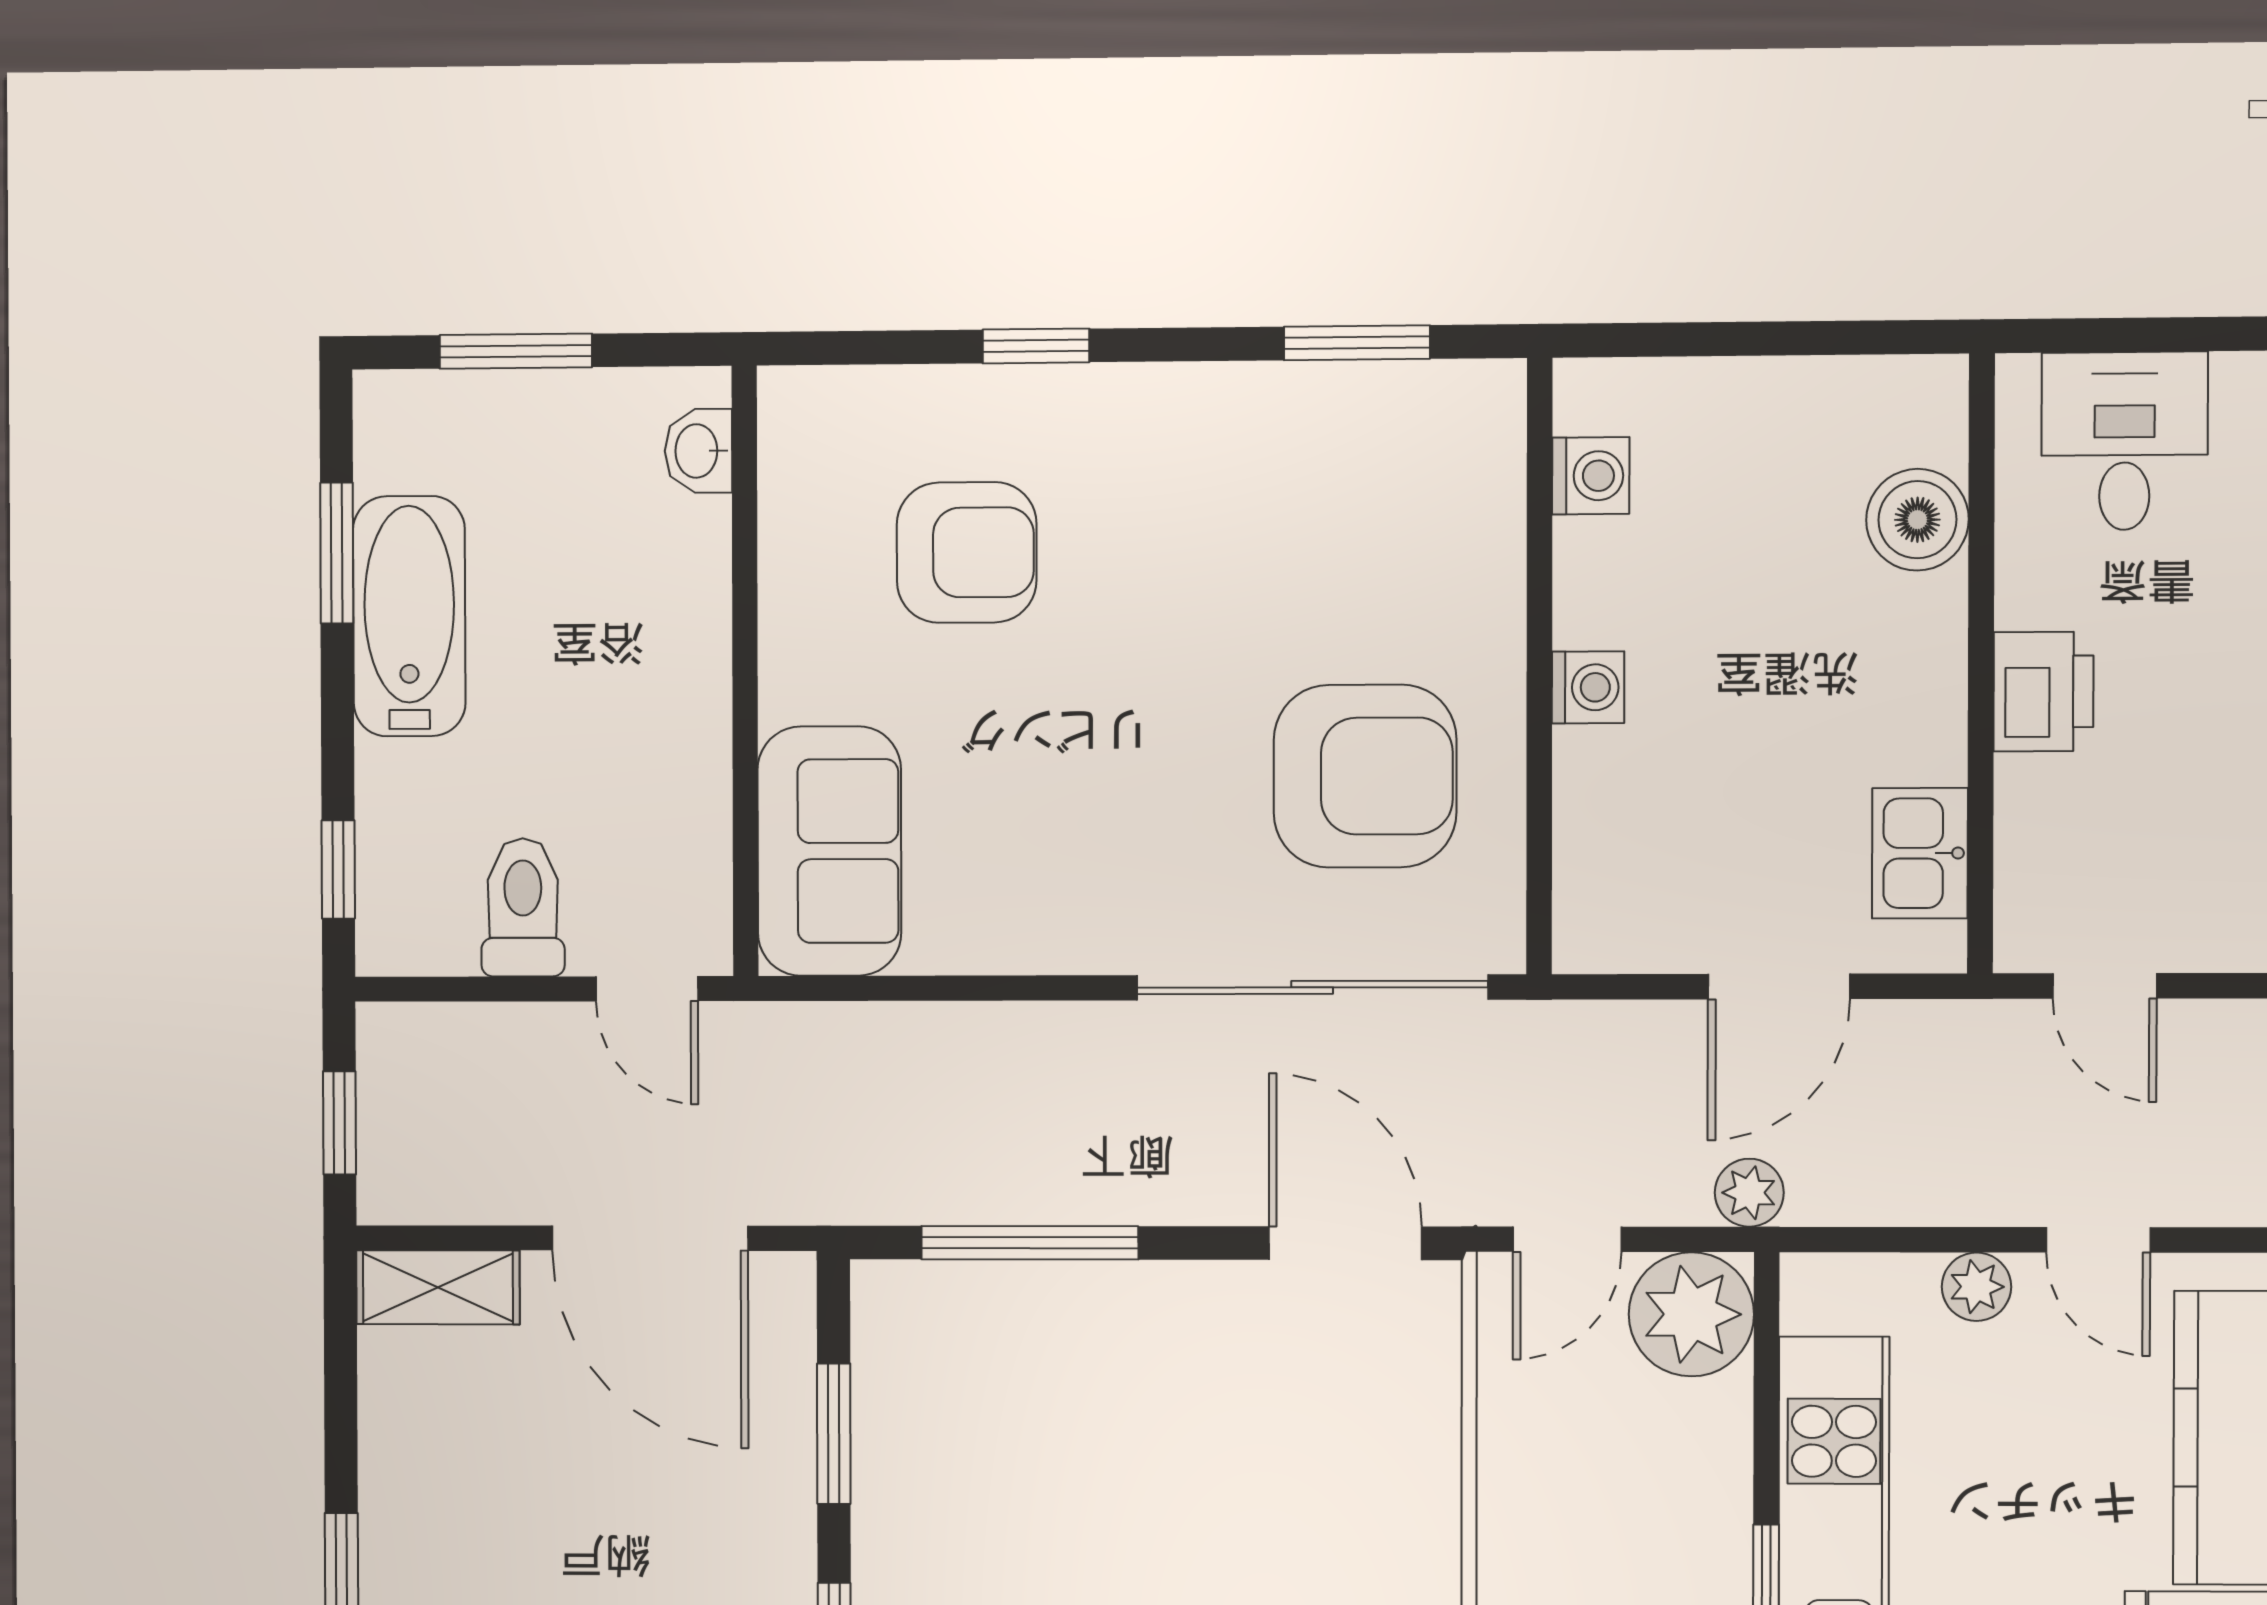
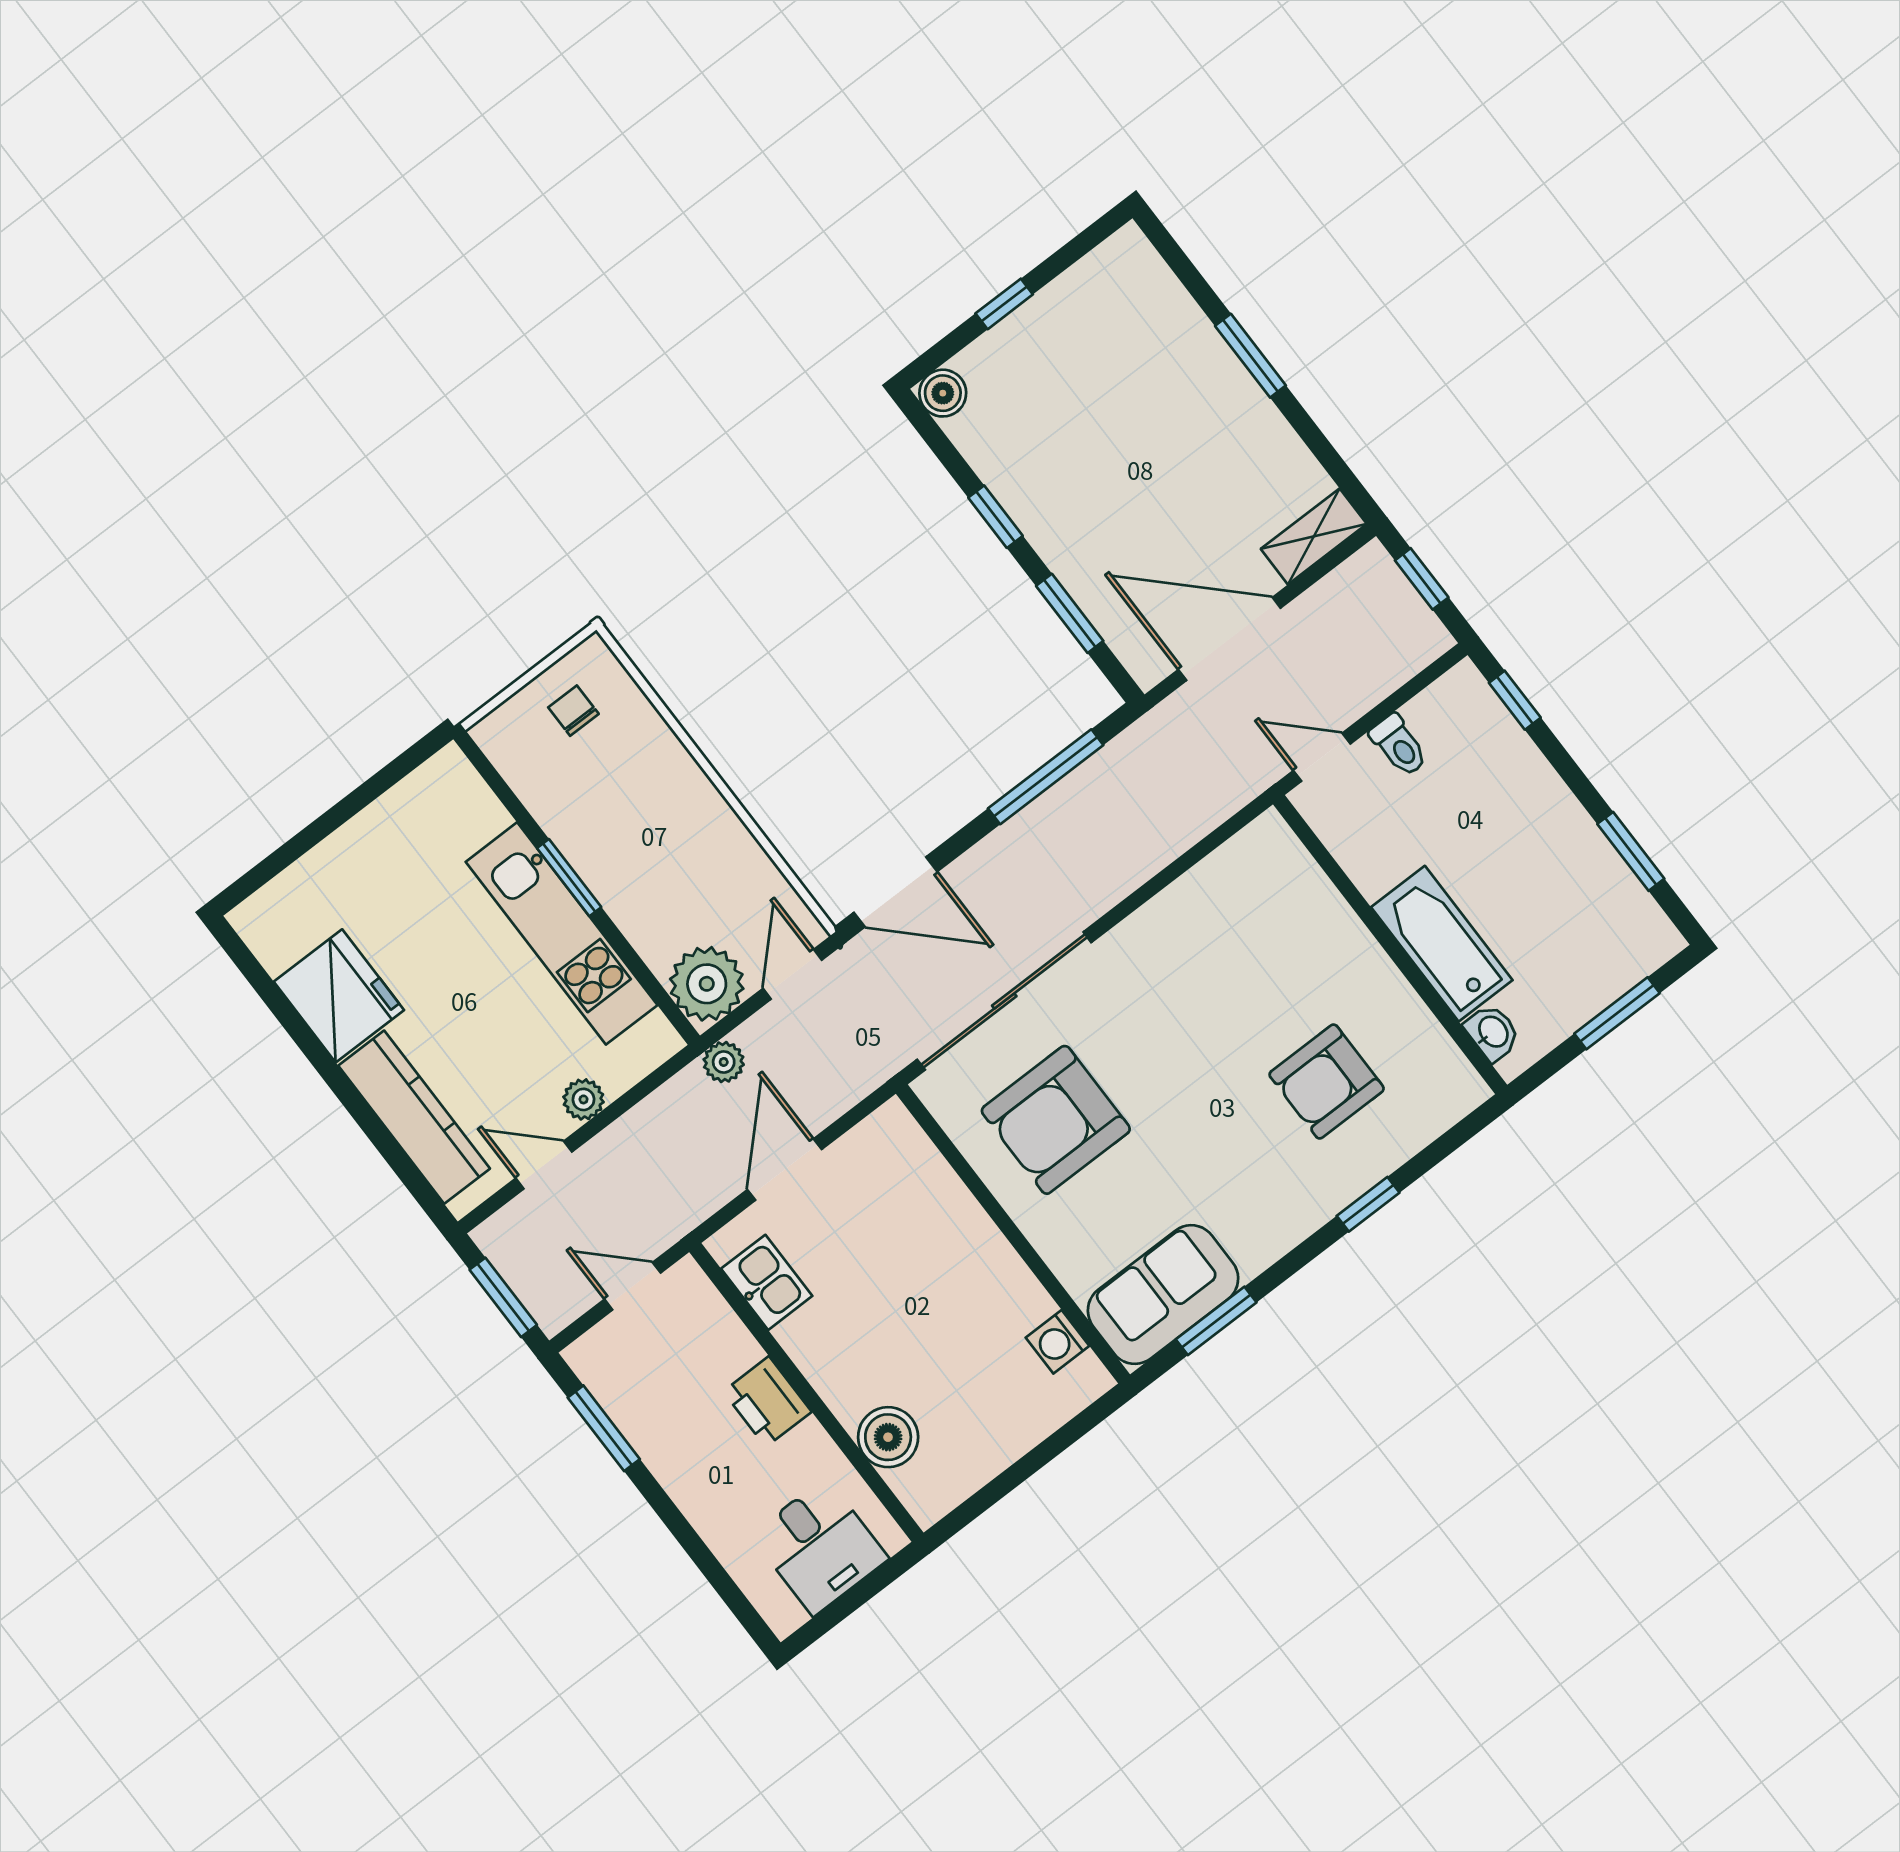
bathtub: (409, 616) -> (1442, 944), moved, turned 180
washing machine: (1588, 687) -> (982, 1242), removed
sofa: (829, 851) -> (1163, 1295), moved, turned 90
toilet: (523, 907) -> (1399, 745), width x0.73, depth x0.72

